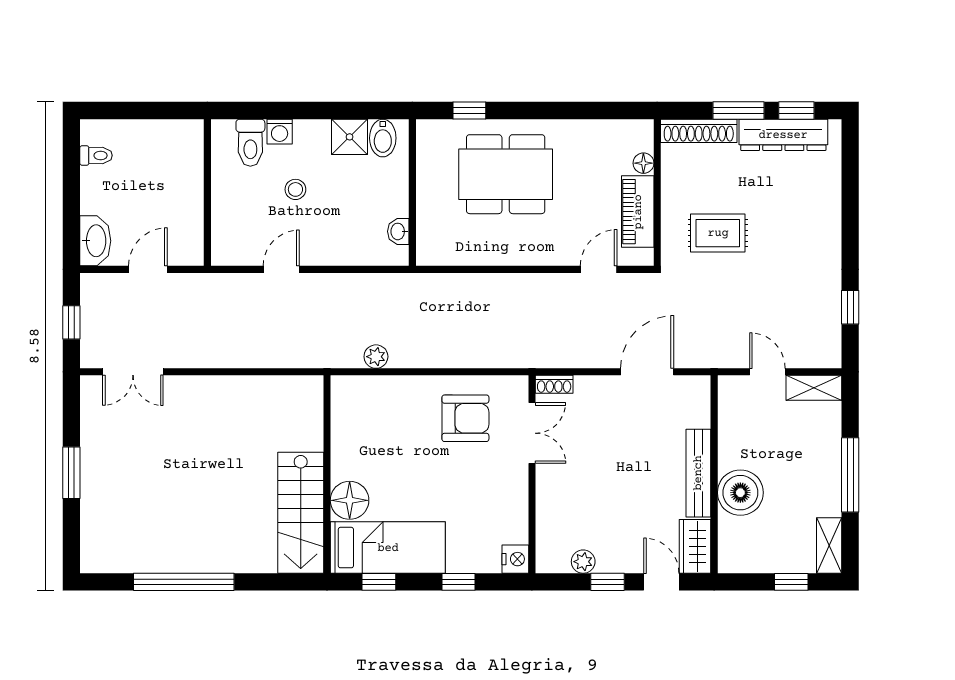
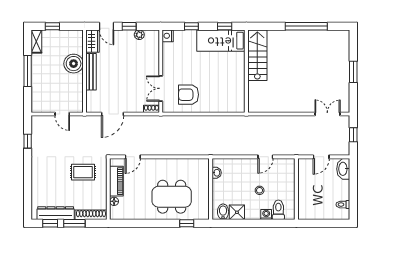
plant: (376, 357) -> (226, 120), removed
shelving: (814, 388) -> (43, 107), removed
floor lamp: (350, 500) -> (237, 60), removed

